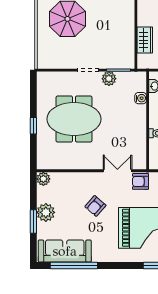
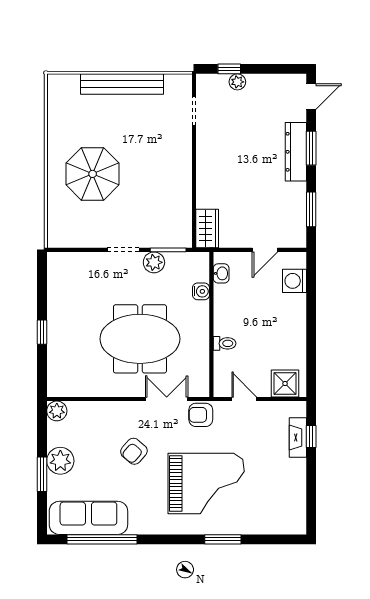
wardrobe: (145, 40) -> (207, 229), moved
meeting table: (74, 119) -> (140, 339), moved

